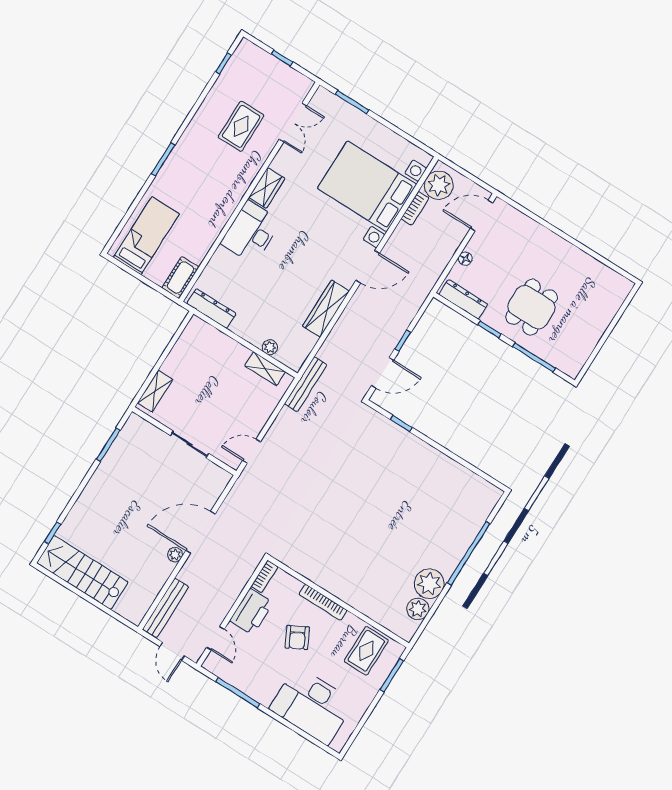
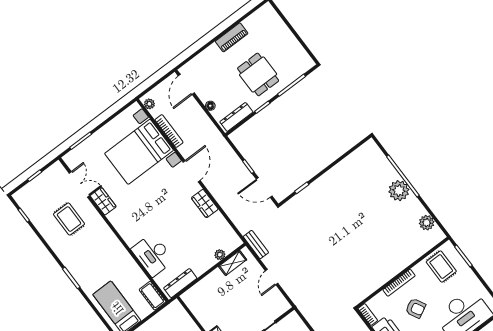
plant: (439, 185) -> (149, 104), width x0.53, depth x0.53
wardrobe: (267, 188) -> (103, 201), moved
bookcase: (415, 208) -> (169, 131), width x1.56
desk: (251, 232) -> (153, 255), moved
piano: (568, 253) -> (232, 37), added
wardrobe: (326, 309) -> (205, 204), width x0.67
door: (383, 373) -> (264, 188), swing flipped
bench: (306, 384) -> (256, 245), width x0.73
door: (252, 451) -> (272, 277), moved
plant: (429, 584) -> (399, 191), moved

